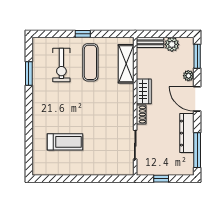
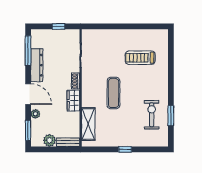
exercise mat: (90, 62) -> (113, 93), moved
exercise bike: (61, 65) -> (152, 115), moved

